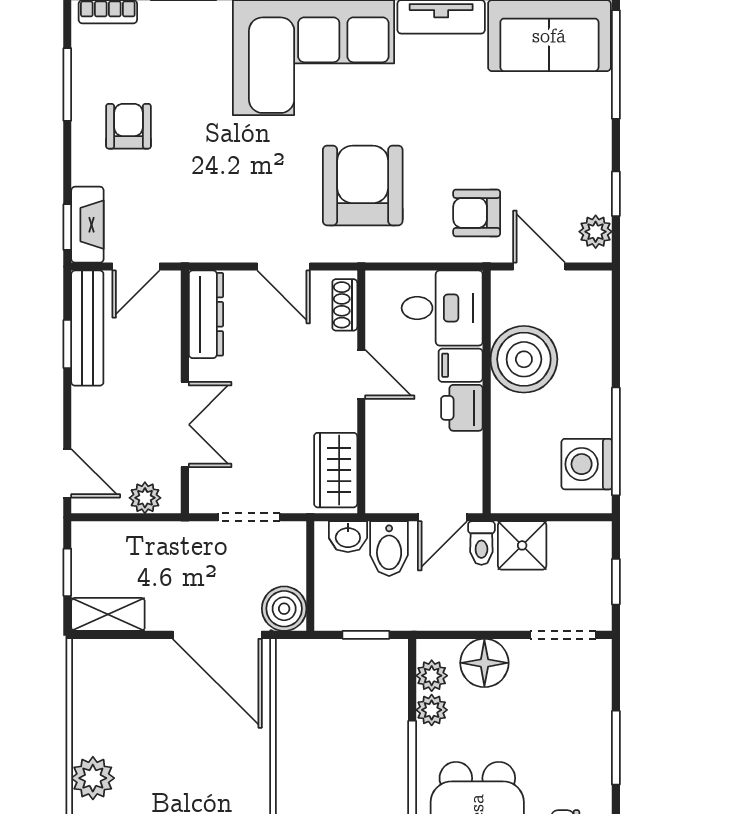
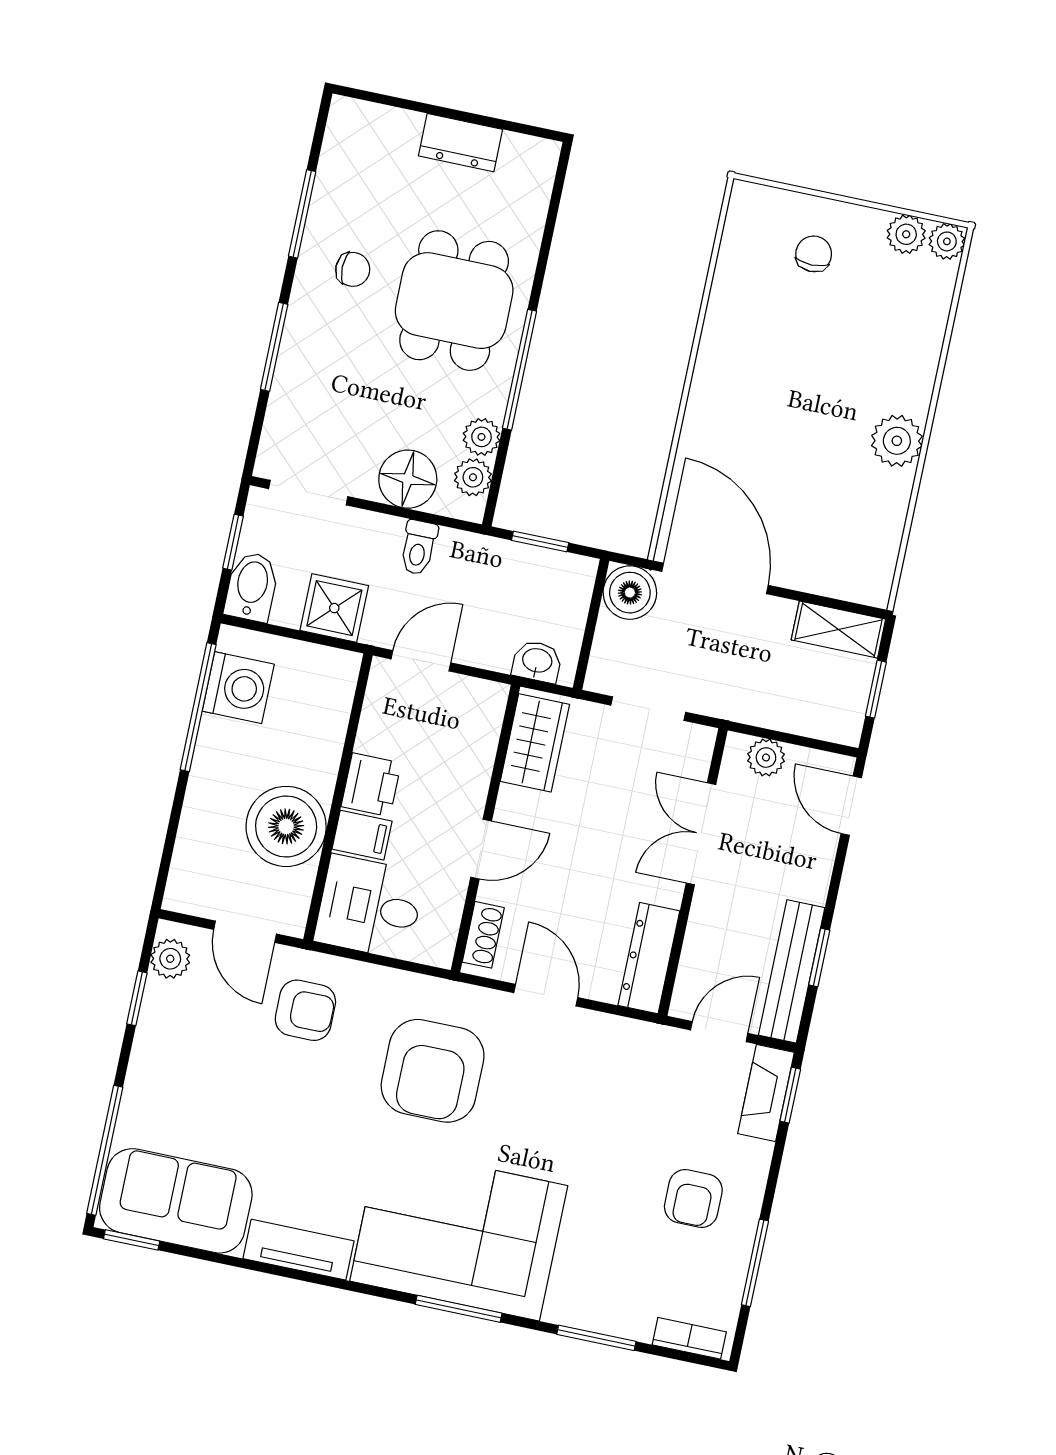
door: (361, 374) -> (481, 849), swing flipped
toilet: (481, 543) -> (418, 548), moved, turned 180
bidet: (389, 549) -> (252, 587), moved

